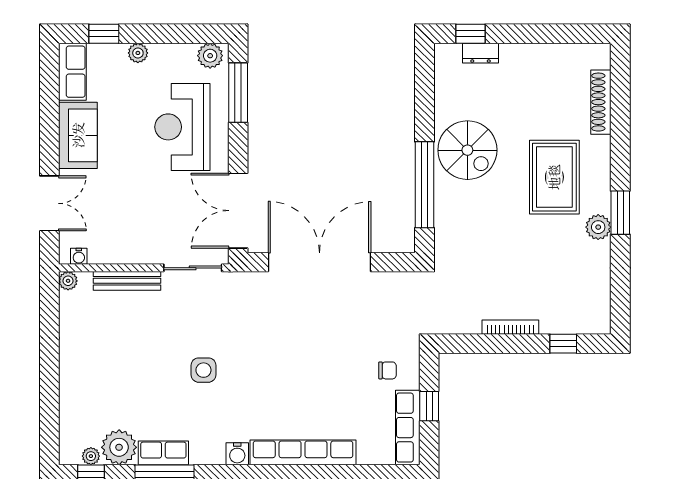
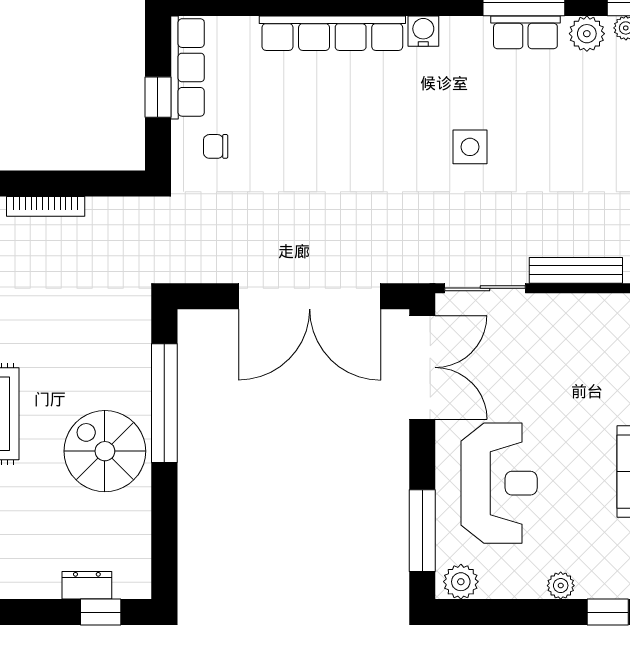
plant: (119, 447) -> (587, 34), width x0.73, depth x0.73

